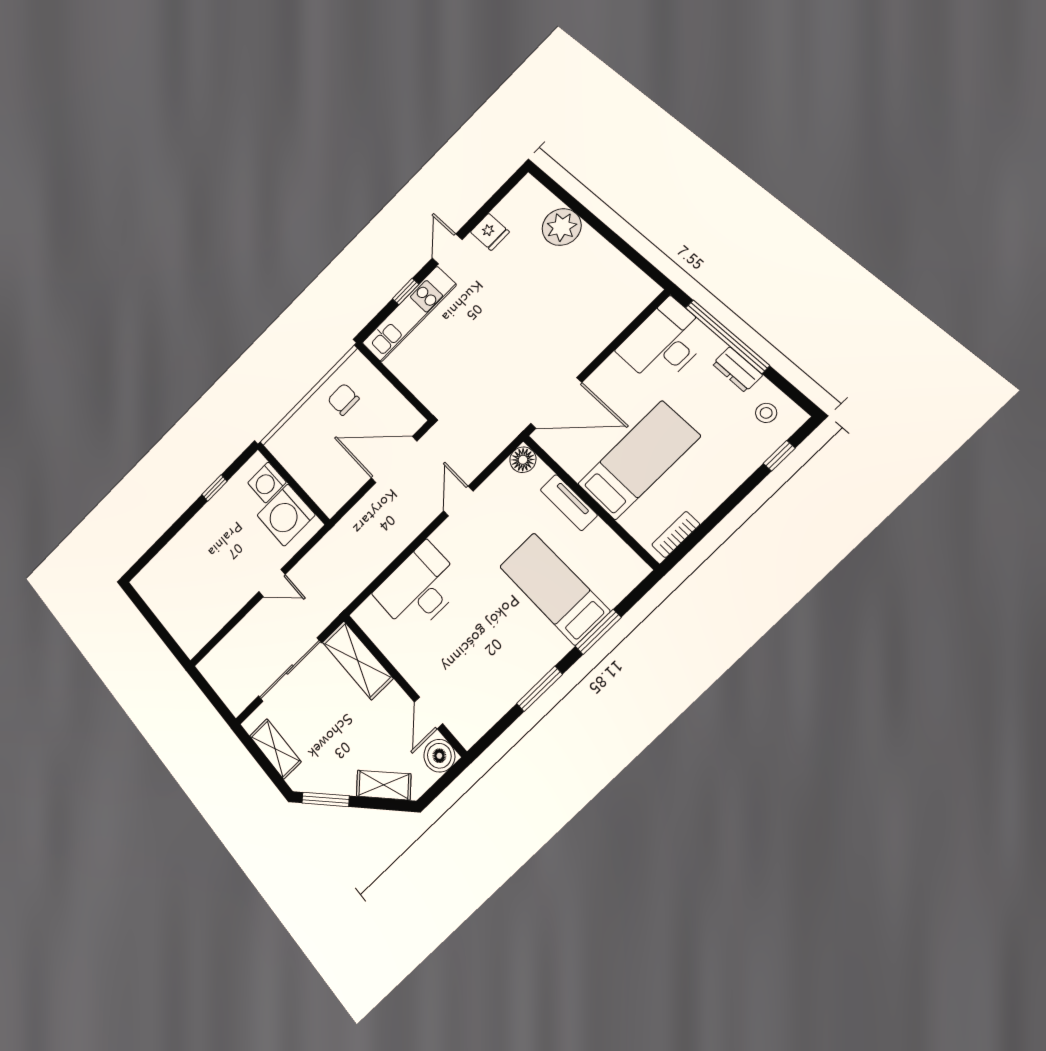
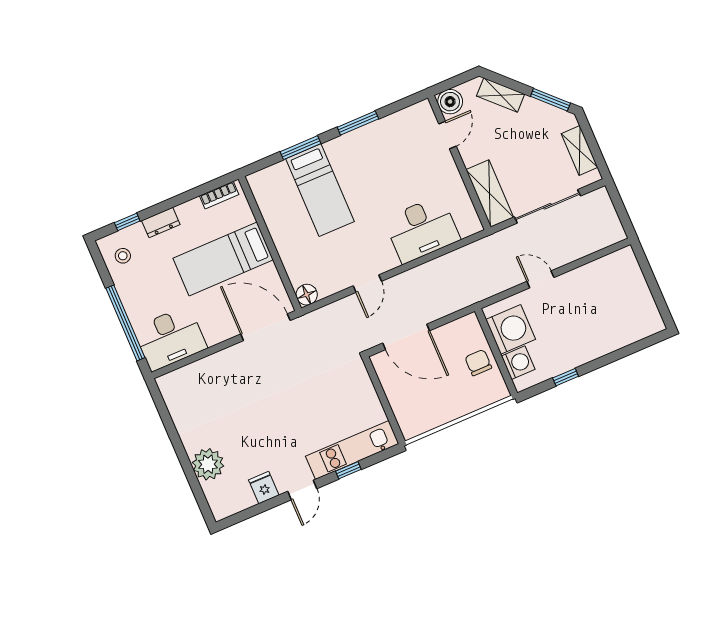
dresser: (737, 369) -> (161, 223), moved, turned 90
chair: (343, 399) -> (478, 363), moved, turned 180
tv unit: (569, 502) -> (285, 249), removed

